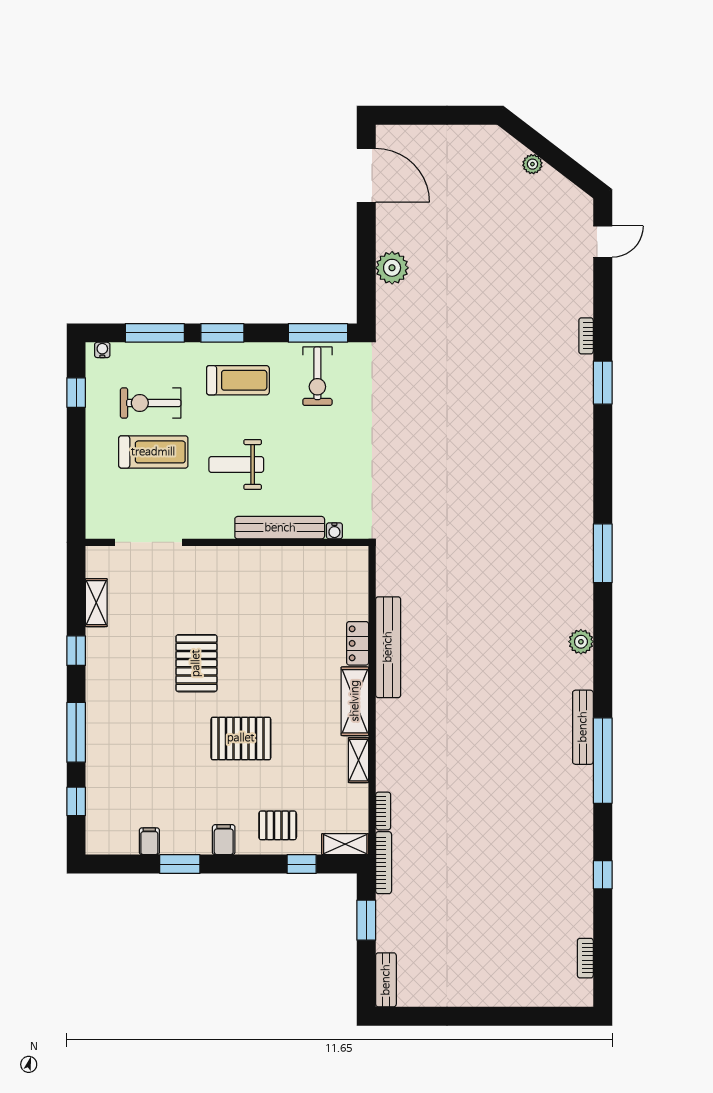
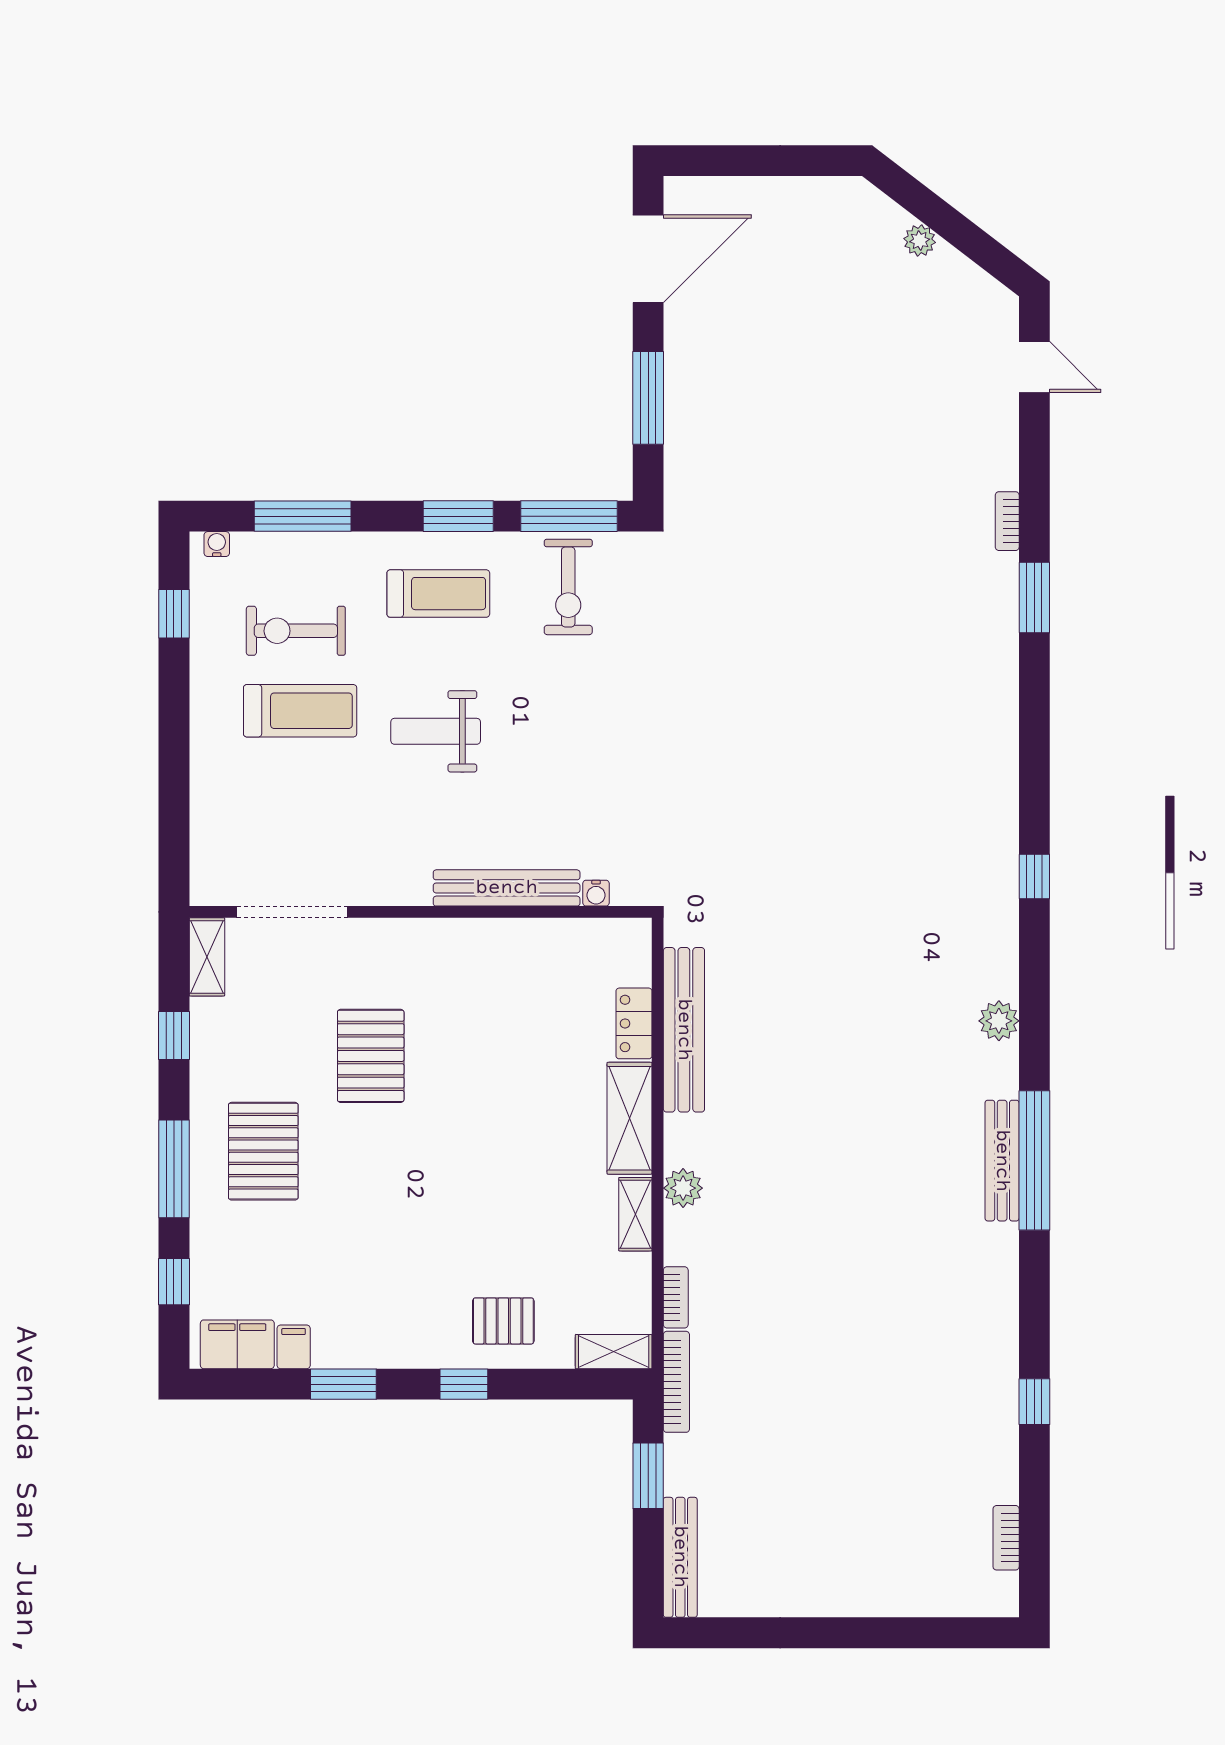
door: (366, 175) -> (648, 259), hinge flipped
door: (603, 242) -> (1034, 367), hinge flipped
window: (366, 260) -> (648, 398), added
plant: (392, 268) -> (683, 1188), moved, width x0.73, depth x0.73
window: (222, 333) -> (458, 516), moved
bench: (280, 528) -> (507, 888), moved
water cooler: (334, 531) -> (596, 893), moved
doorway: (148, 542) -> (292, 912), moved
wall: (227, 542) -> (421, 912), moved
window: (603, 553) -> (1034, 876), width x0.46
pallet: (241, 738) -> (263, 1151), moved, turned 90
window: (603, 761) -> (1034, 1160), moved
filing cabinet: (224, 840) -> (237, 1344), moved, width x2.00
window: (302, 864) -> (464, 1384), moved
bench: (386, 980) -> (680, 1557), width x1.36

